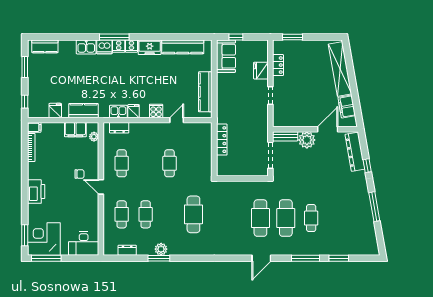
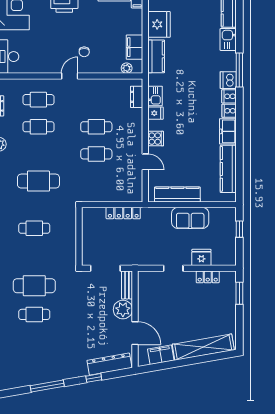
window: (114, 37) -> (239, 70), moved
kitchen sink: (86, 47) -> (228, 39), moved
sofa: (226, 56) -> (190, 218), moved
fridge: (55, 111) -> (159, 24), width x1.88, depth x1.34
cafe table: (122, 163) -> (96, 127), moved
cafe table: (260, 218) -> (34, 228), moved, width x0.73, depth x0.74

